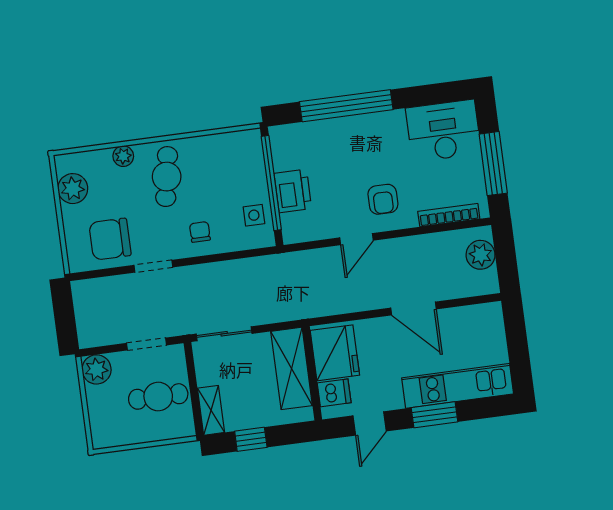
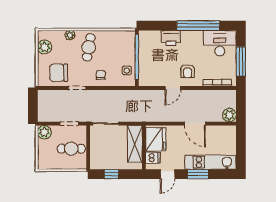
window: (346, 106) -> (198, 26), moved
printer: (293, 191) -> (171, 38), moved, turned 90
plant: (481, 255) -> (229, 115), moved
shelving: (211, 410) -> (95, 158), removed

